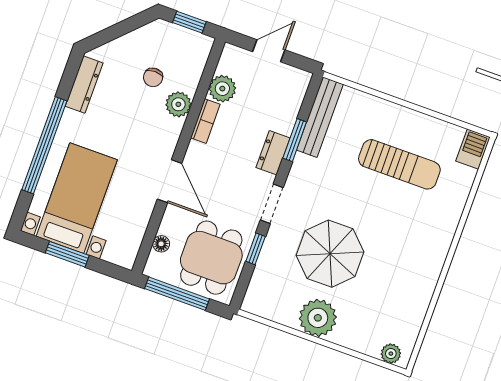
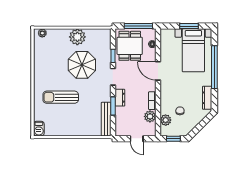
door: (269, 51) -> (137, 139), hinge flipped
plant: (178, 104) -> (166, 120), moved
sun lounger: (399, 164) -> (61, 97), moved

